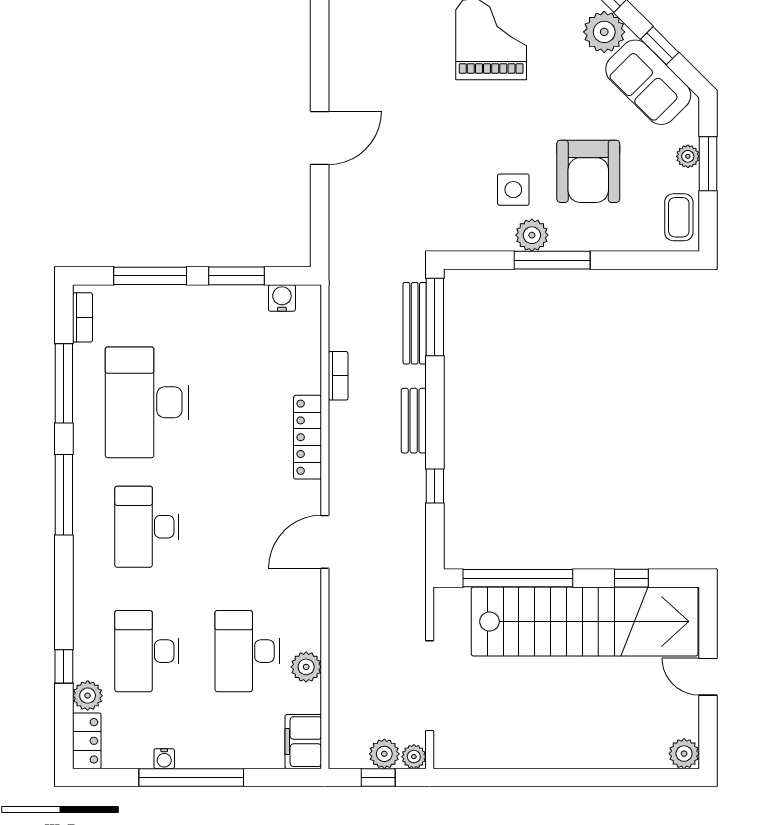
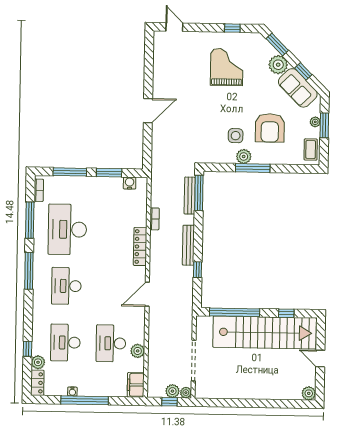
bench: (414, 421) -> (188, 245), width x1.36

